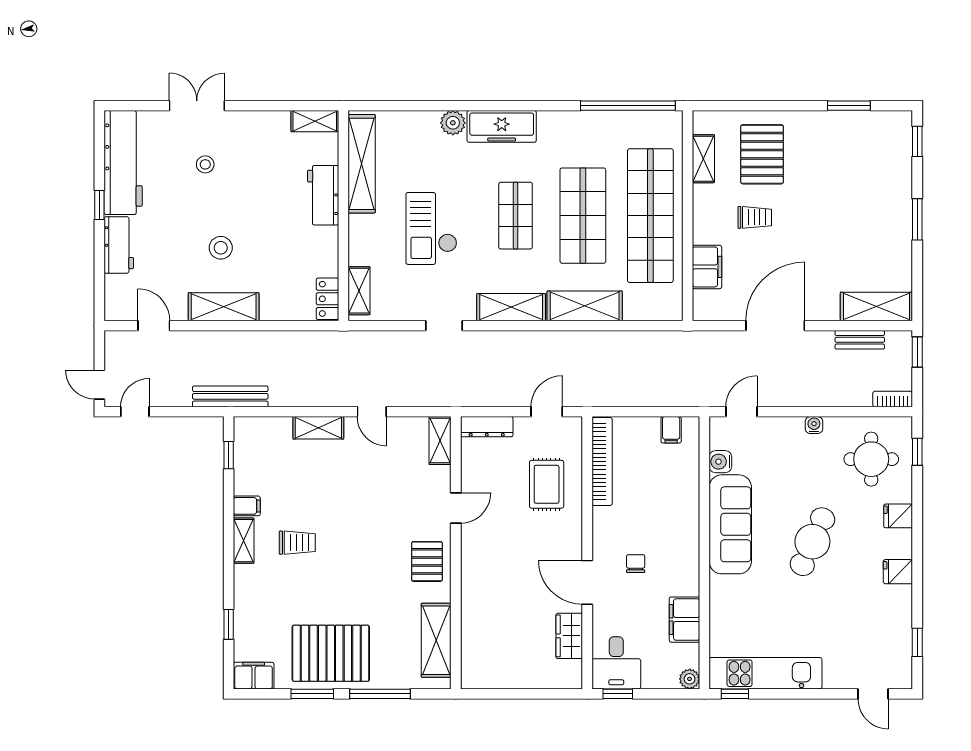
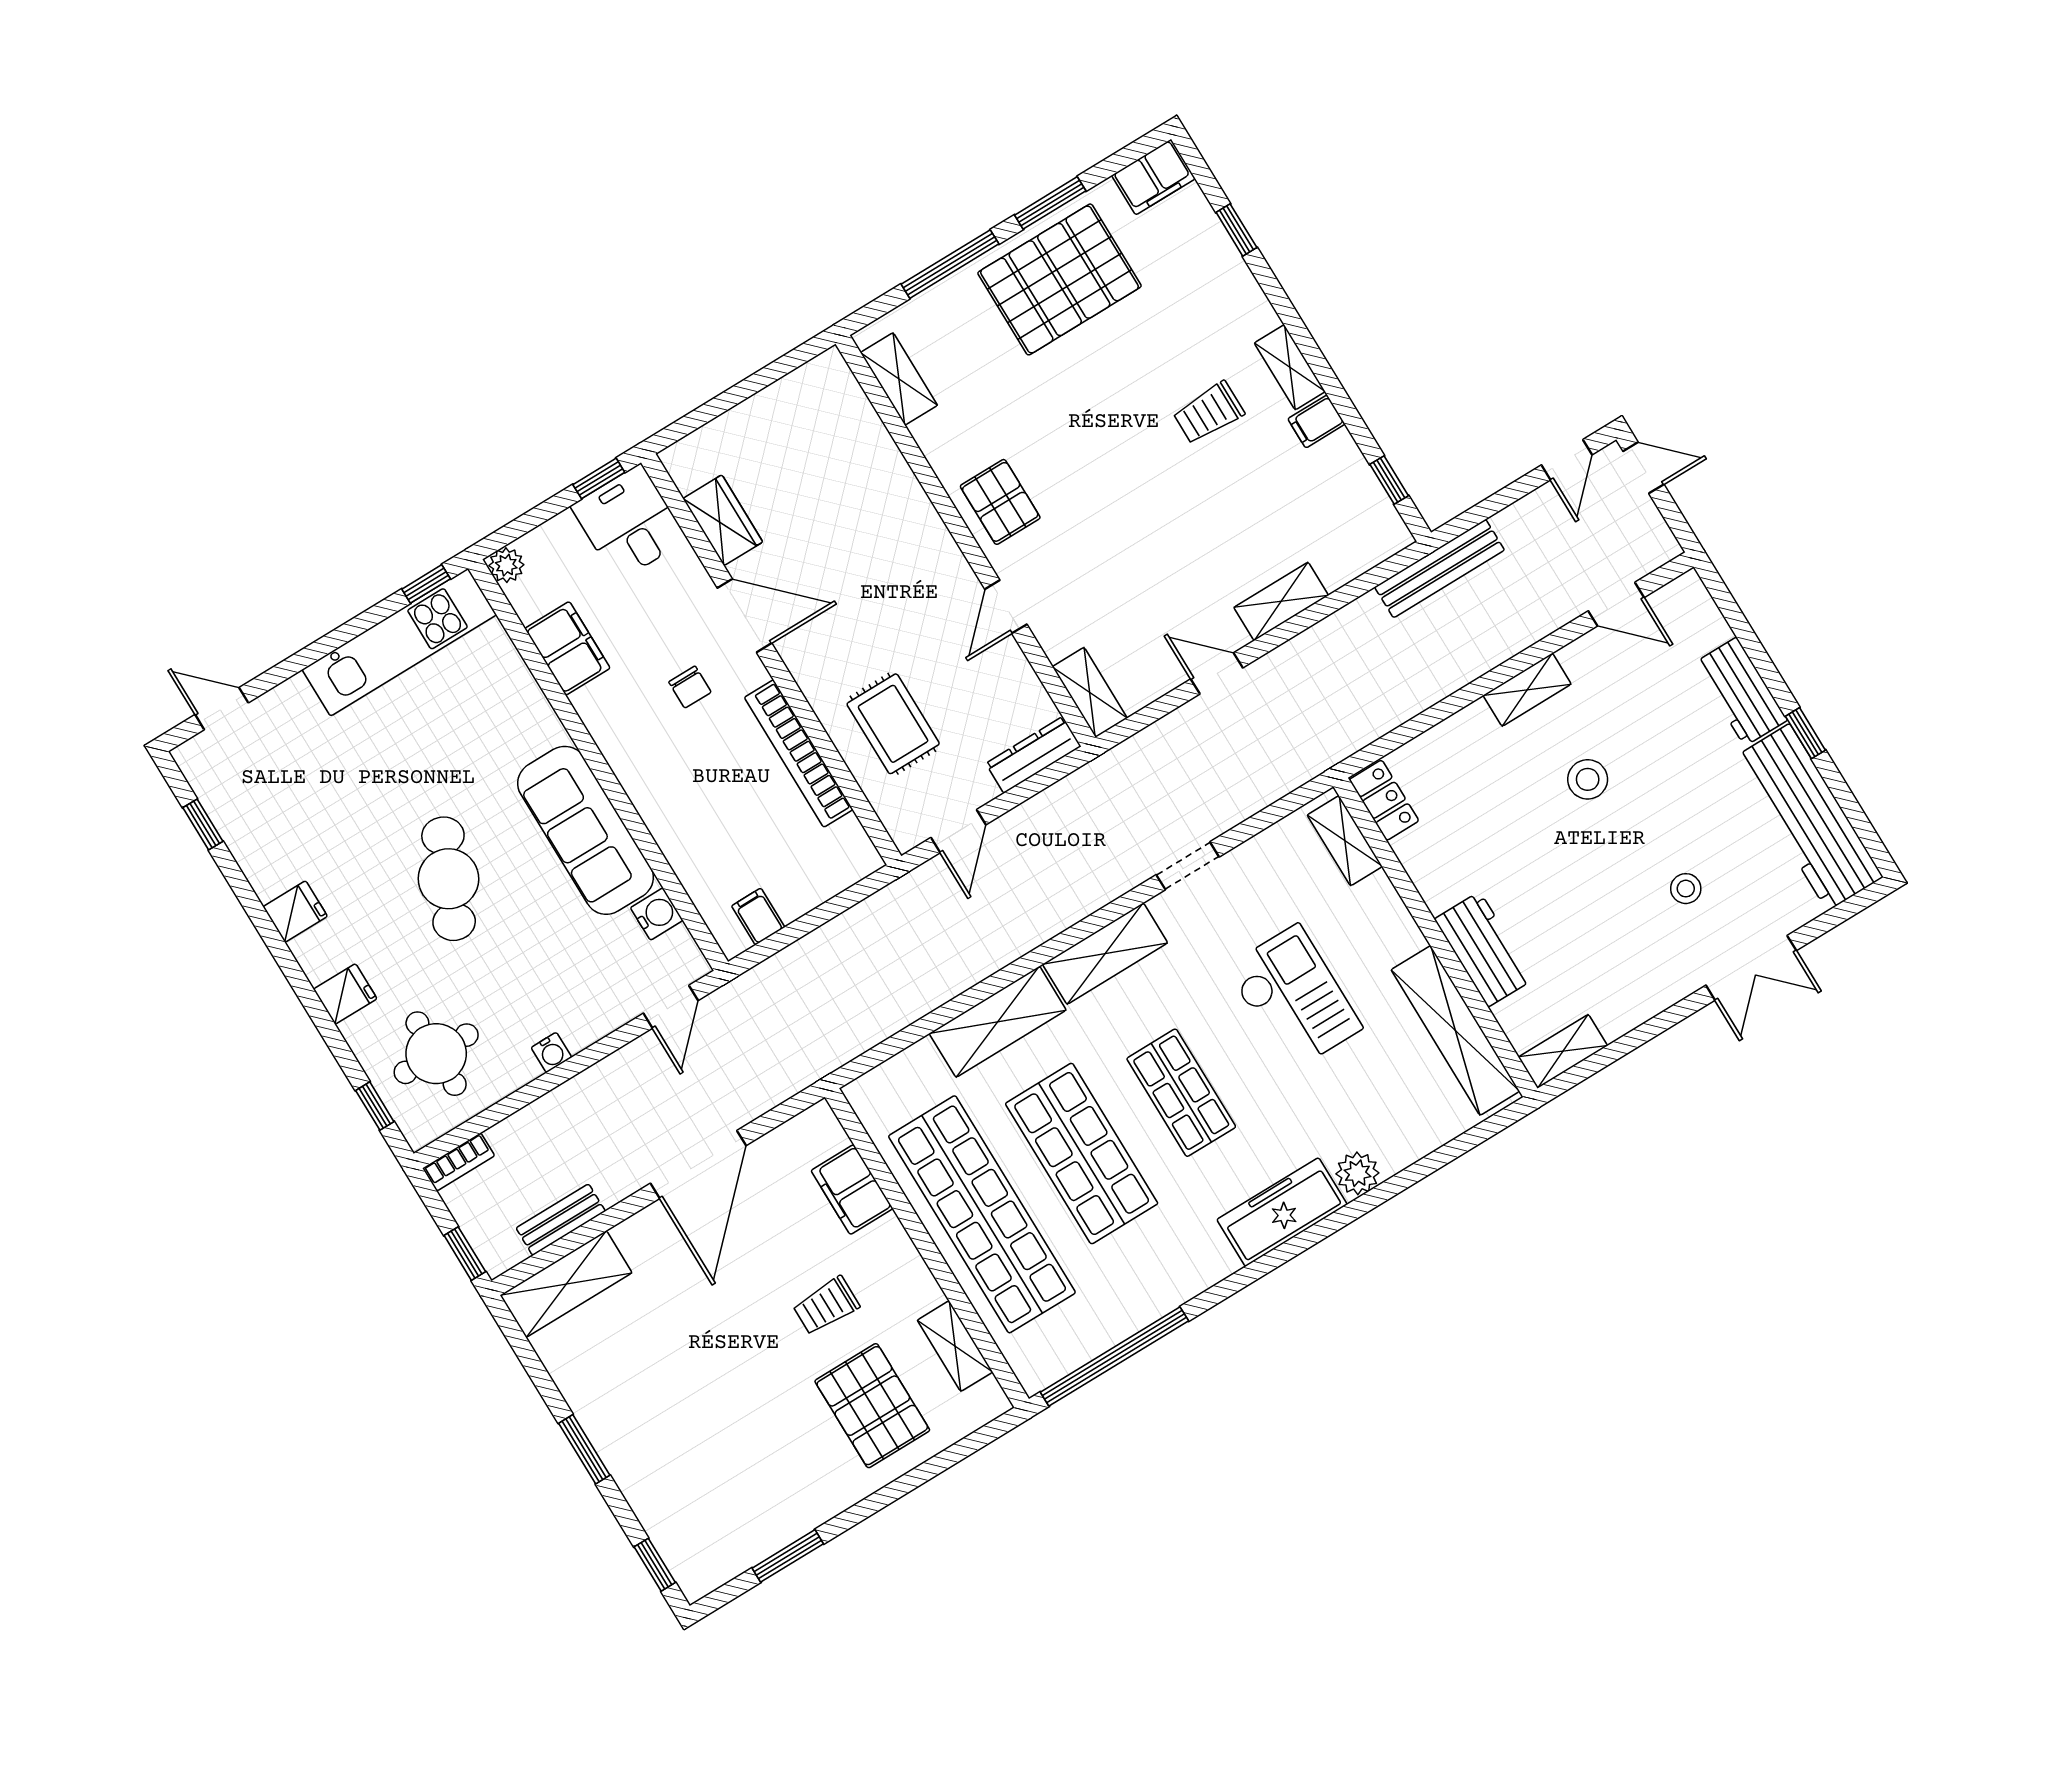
shelving: (224, 307) -> (1527, 690), width x0.67, depth x0.75
bookcase: (602, 461) -> (799, 753), moved
shelving: (436, 640) -> (899, 379), width x0.67, depth x0.75

